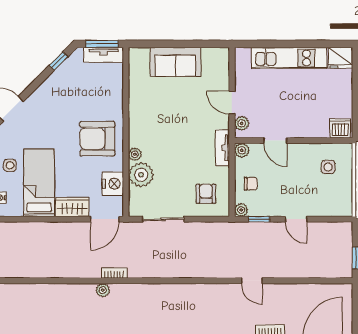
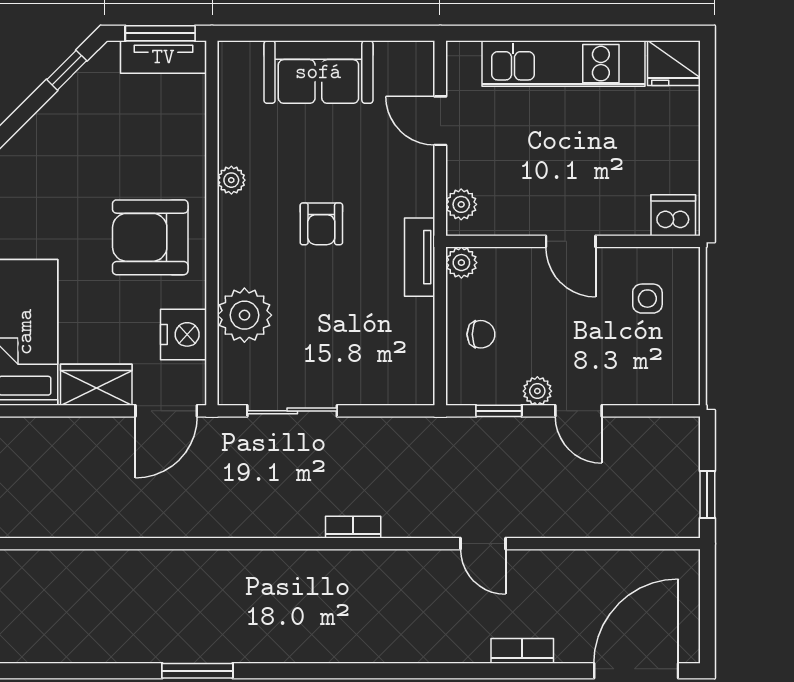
door: (232, 103) -> (440, 121), moved
door: (275, 141) -> (571, 241), moved
plant: (135, 154) -> (231, 180), moved
armchair: (206, 194) -> (321, 224), moved, turned 180
plant: (241, 210) -> (537, 391), moved
bookcase: (114, 273) -> (353, 527), moved
plant: (103, 290) -> (162, 564), removed

